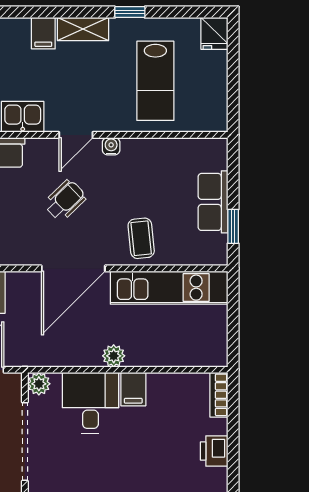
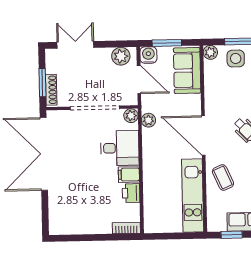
coffee table: (141, 238) -> (223, 177), turned 72
plant: (114, 356) -> (148, 120), moved
printer: (214, 451) -> (131, 193), moved, turned -90

